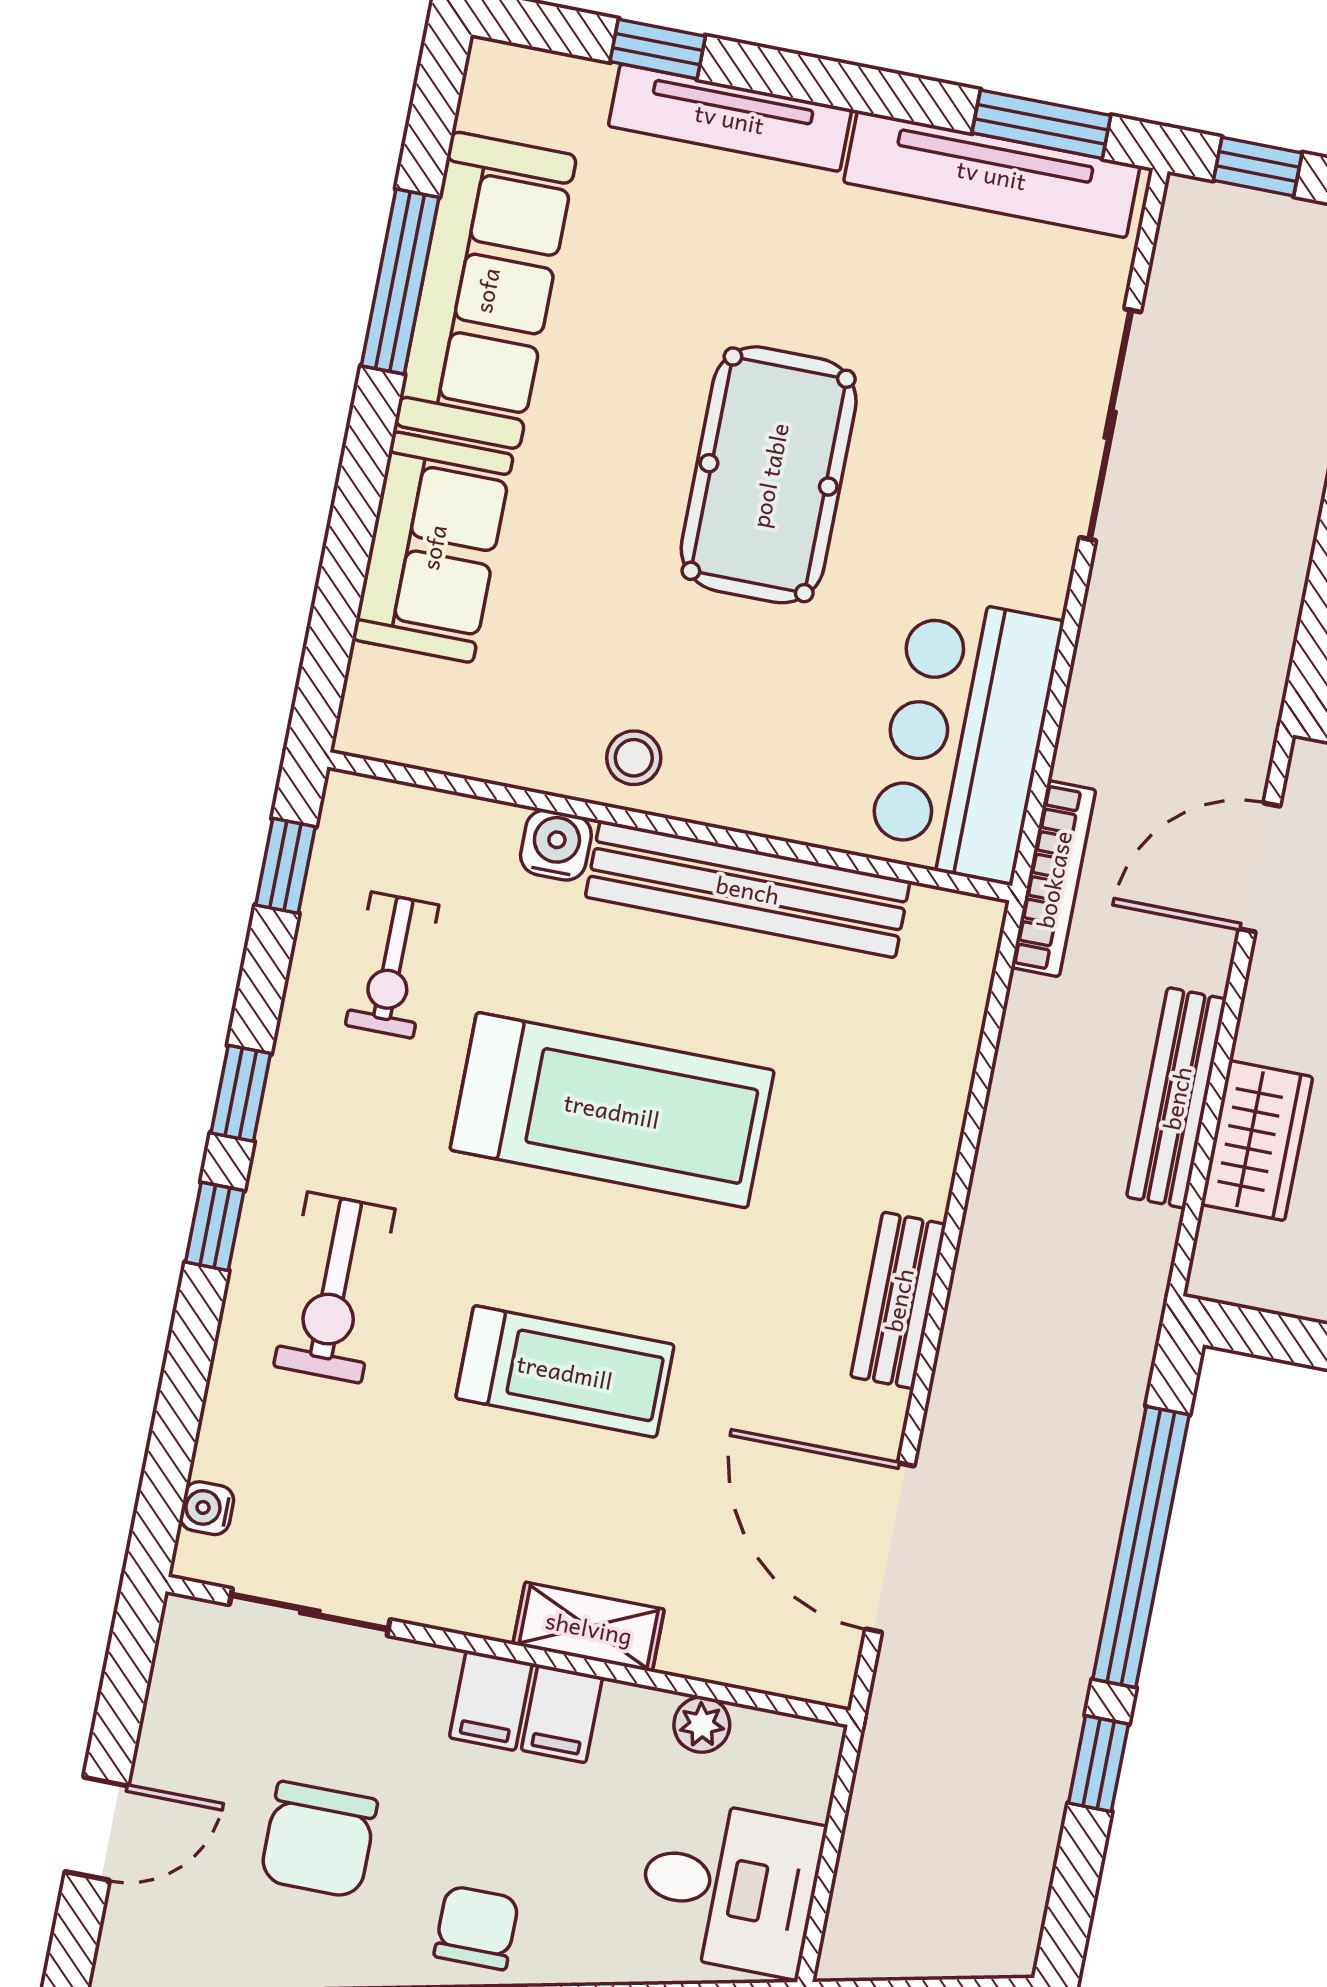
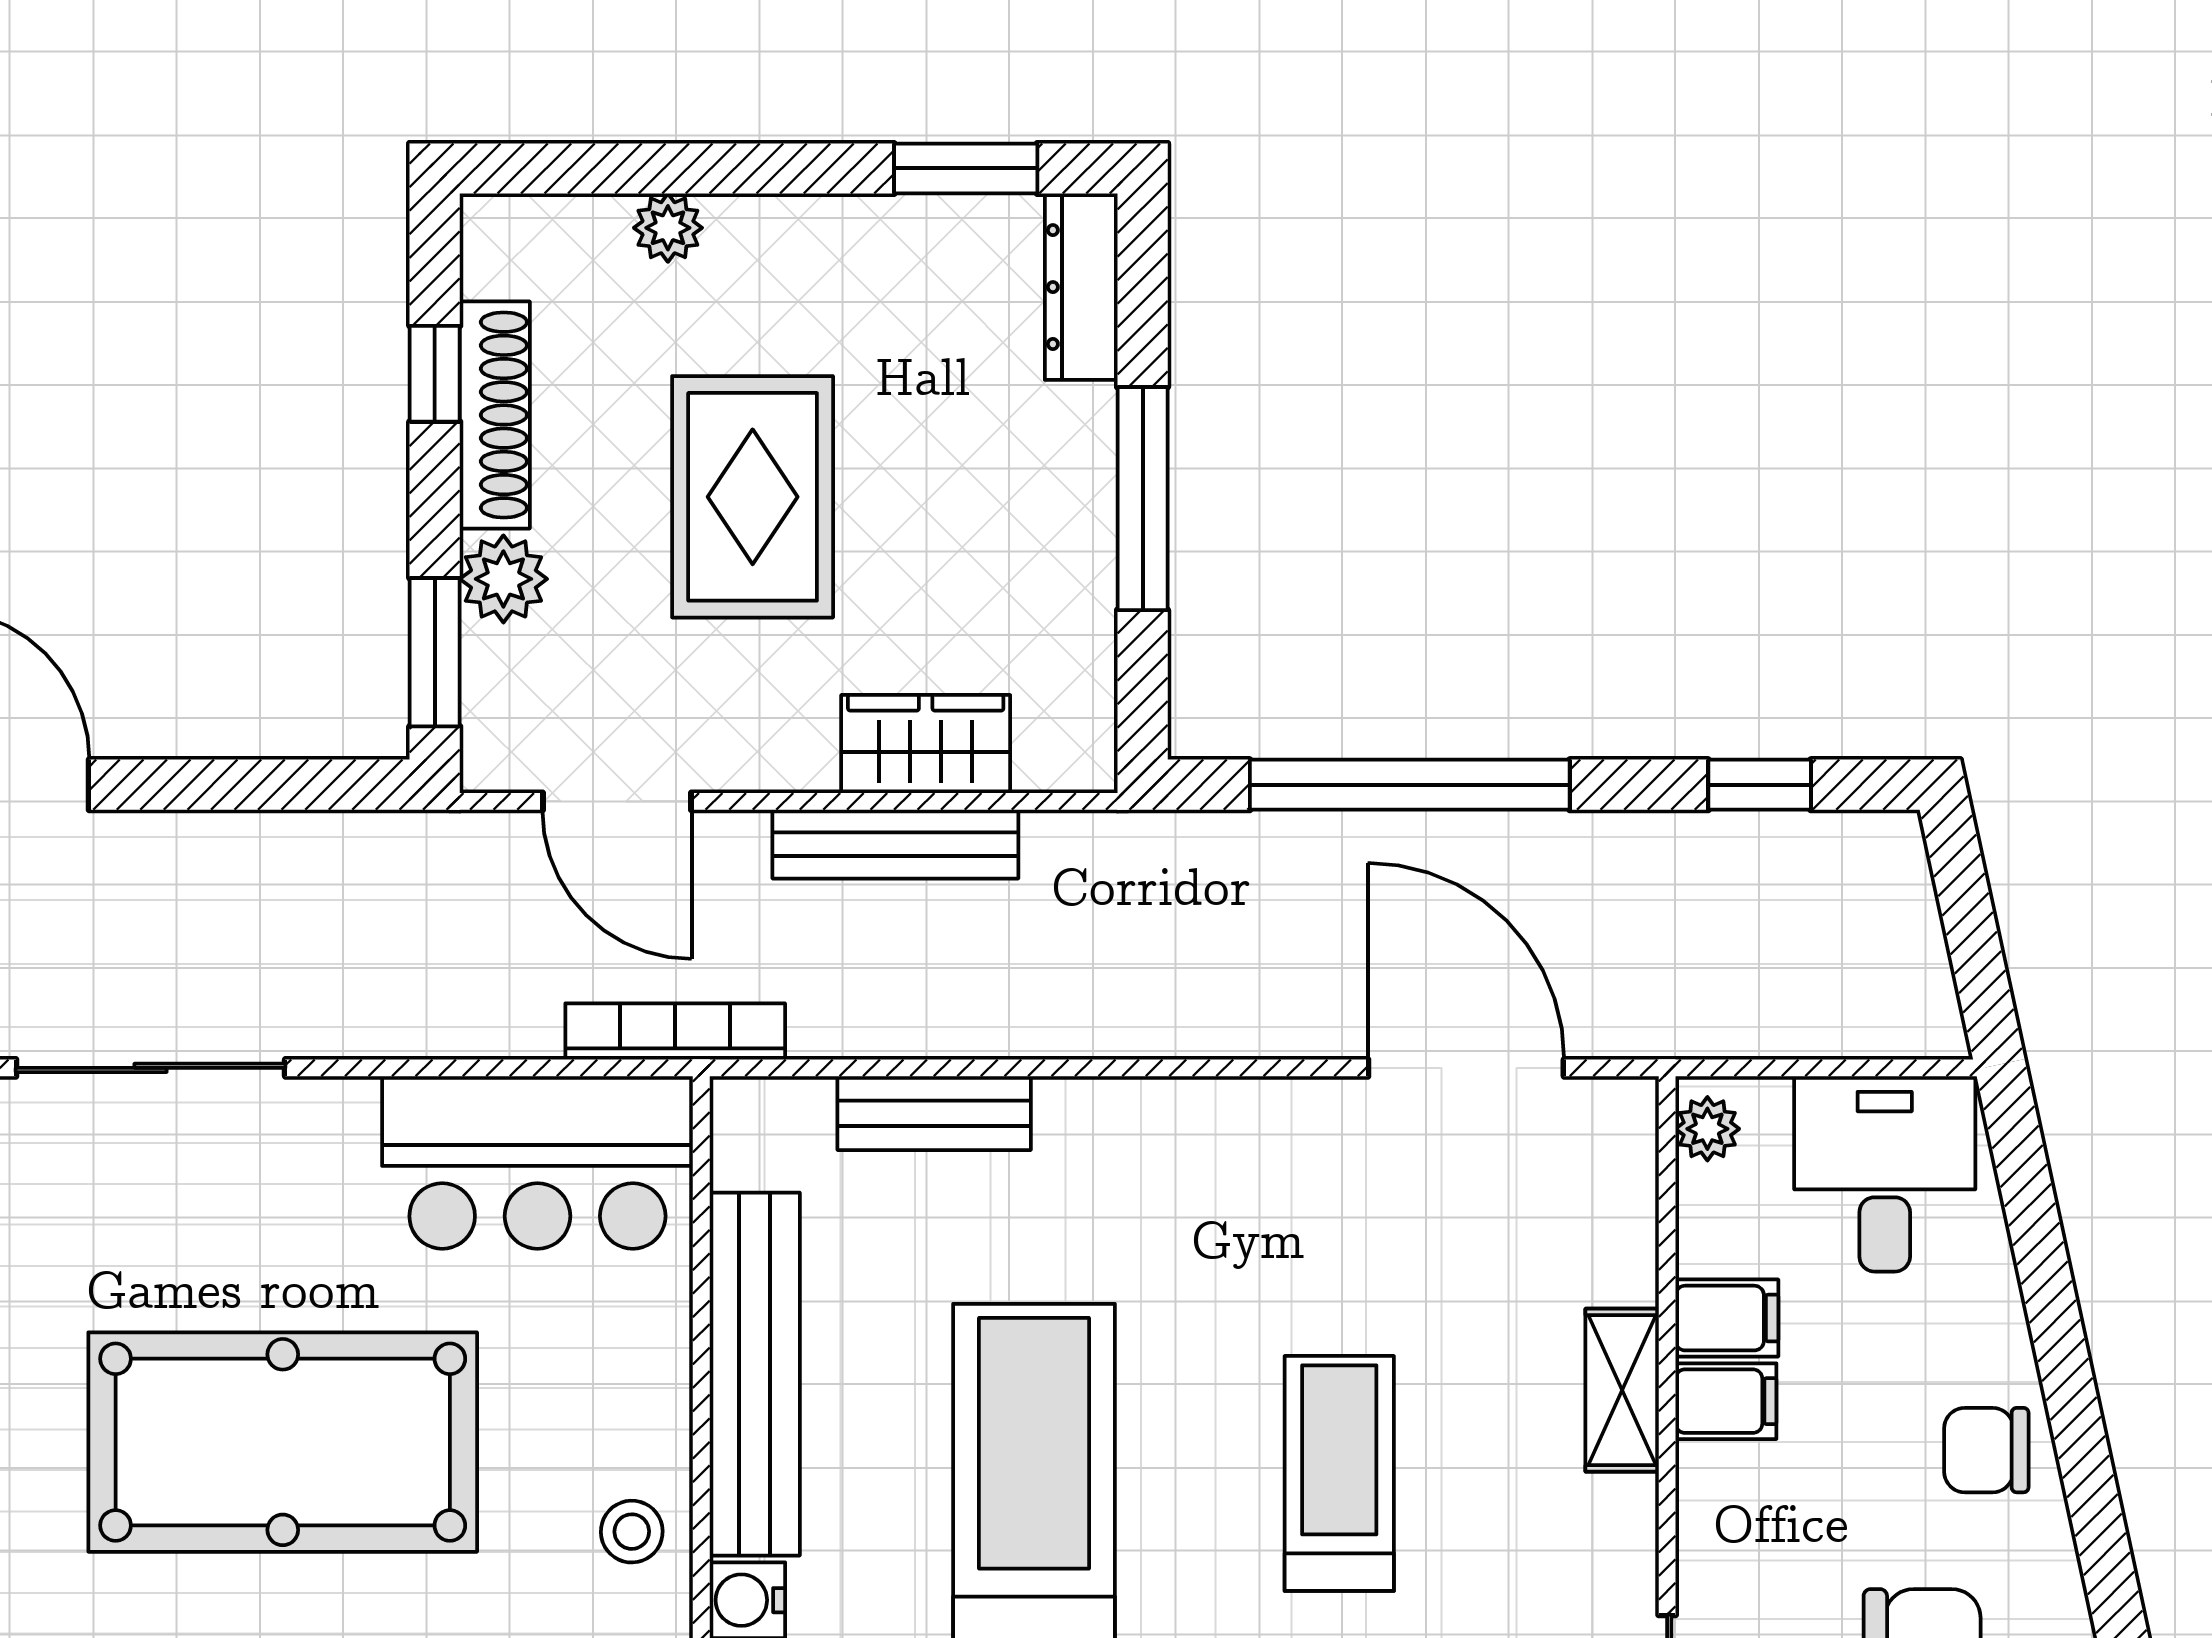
pool table: (769, 475) -> (283, 1442), width x1.36, depth x1.32
bench: (898, 1300) -> (934, 1113), moved
door: (890, 1548) -> (1466, 1068), swing flipped
filing cabinet: (491, 1701) -> (1727, 1318), moved
plant: (702, 1725) -> (1707, 1129), moved
window: (1098, 1764) -> (1760, 785), moved

